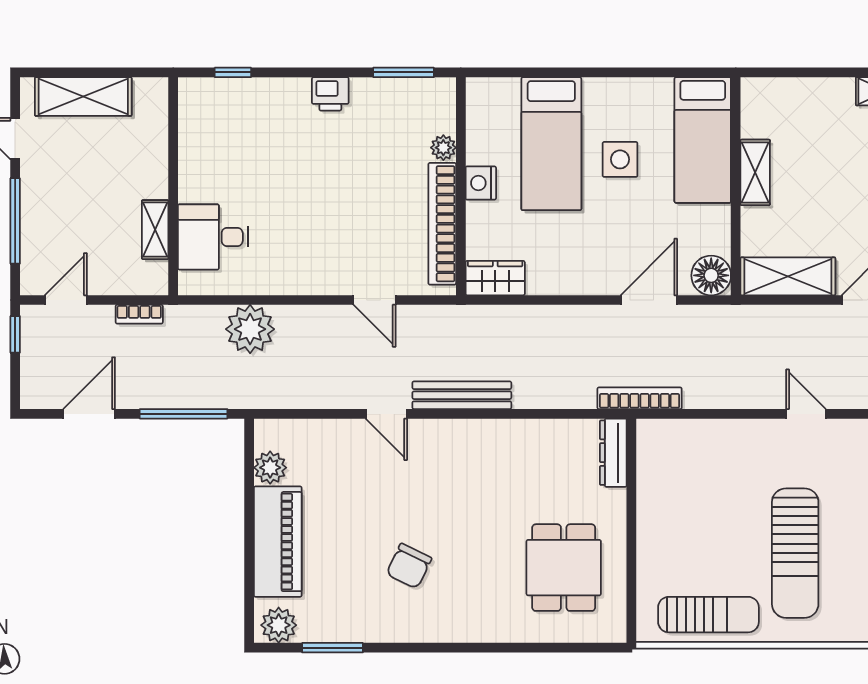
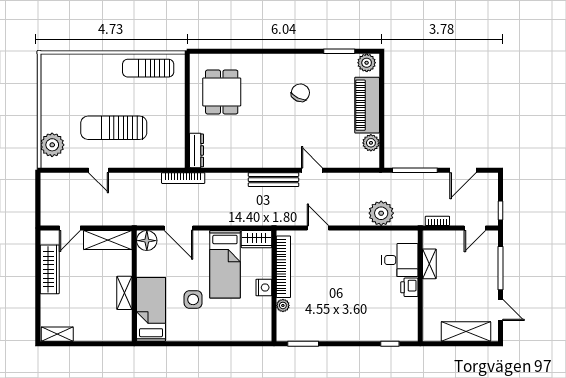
printer: (330, 94) -> (409, 287), moved, turned -90
bed: (551, 144) -> (225, 264), moved, turned 180
door: (649, 300) -> (178, 228), hinge flipped
sun lounger: (795, 553) -> (114, 128), moved, turned -90

